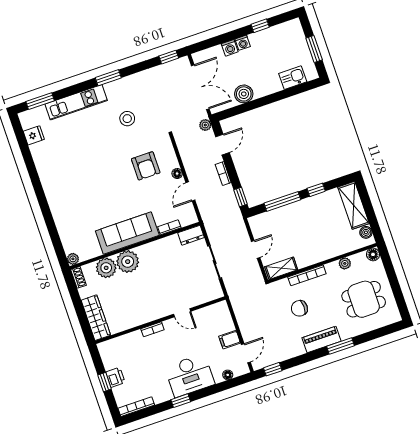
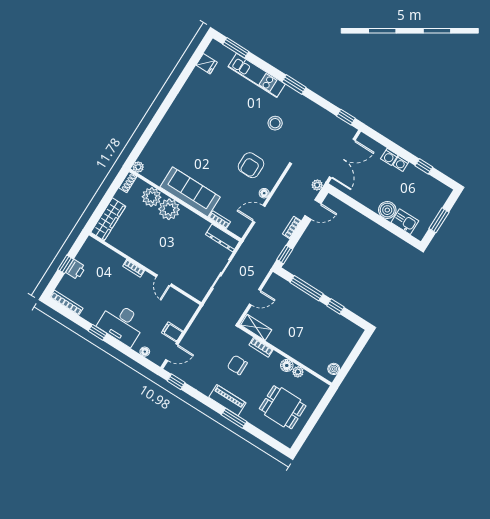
boiler: (244, 94) -> (387, 210), moved
shelving: (354, 205) -> (346, 343), removed
dresser: (191, 235) -> (222, 238), width x1.44
floor lamp: (373, 254) -> (287, 365), moved
bookcase: (307, 275) -> (261, 347), width x0.64

